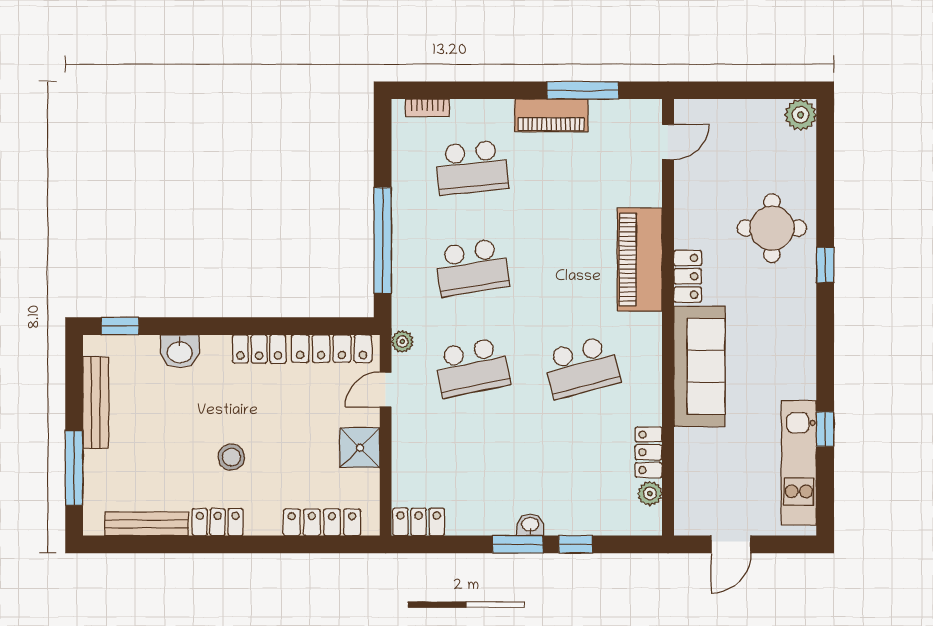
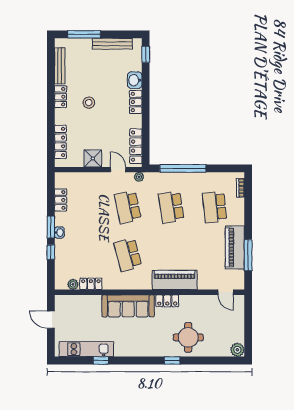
piano: (551, 115) -> (235, 247), width x1.37, depth x1.33
locker: (259, 349) -> (136, 102), moved
locker: (419, 522) -> (61, 200), moved

